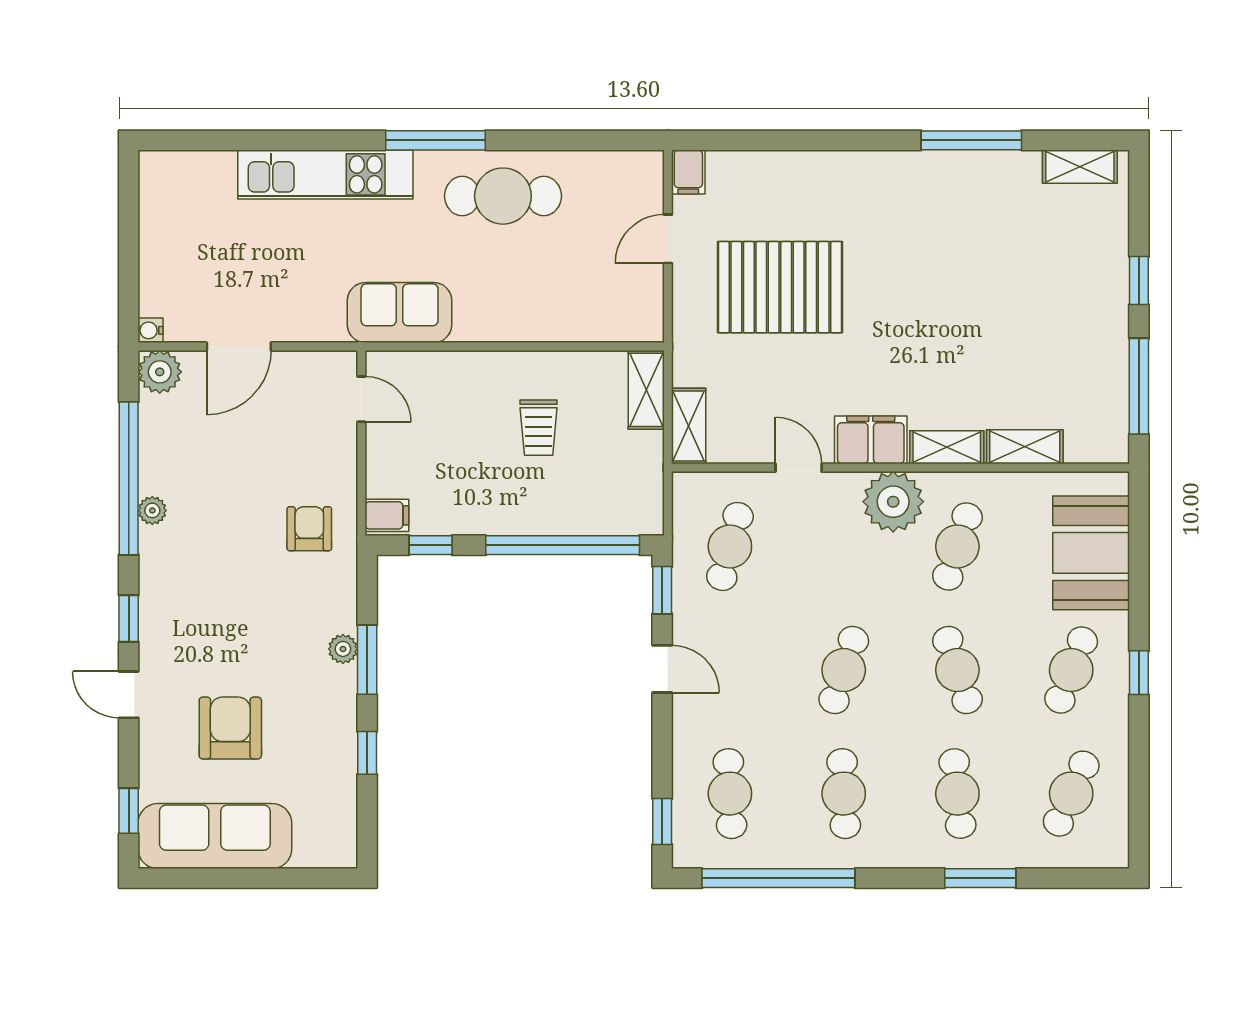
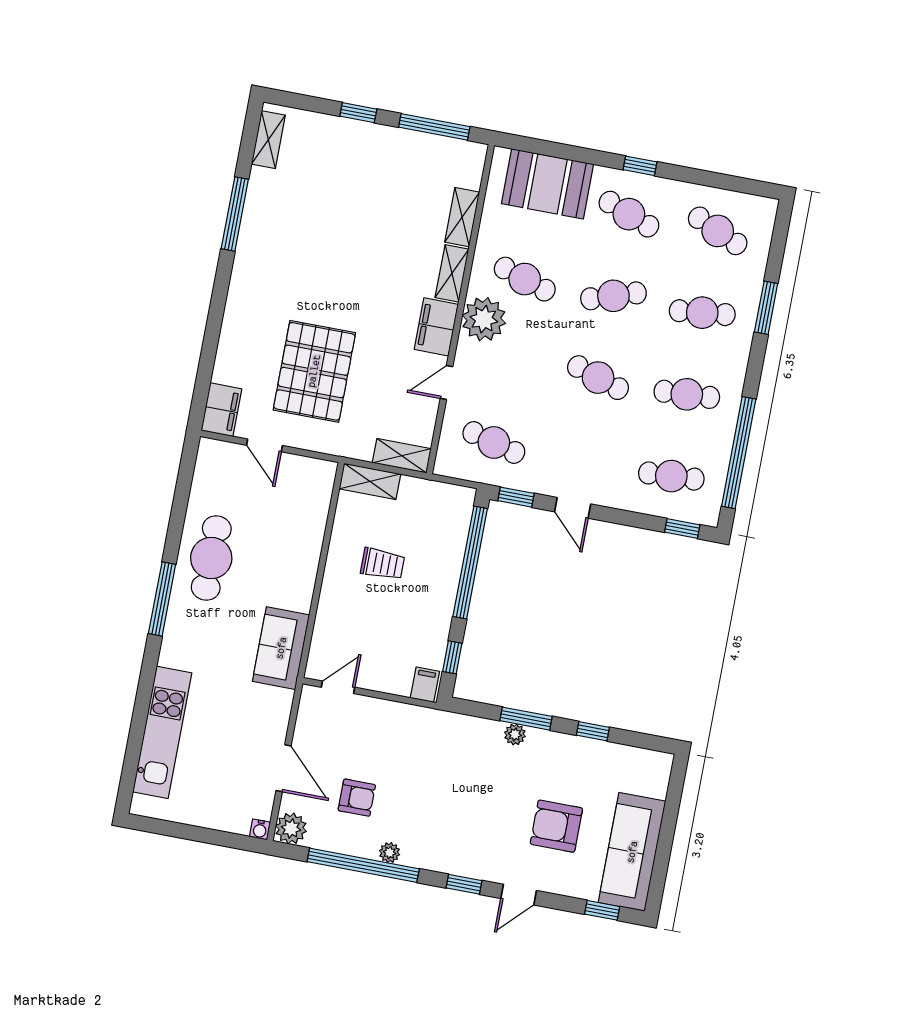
filing cabinet: (688, 172) -> (221, 410), width x2.00
kitchen unit: (325, 174) -> (162, 732), moved
armchair: (309, 529) -> (357, 798), moved, turned 180
door: (662, 669) -> (573, 508), swing flipped

